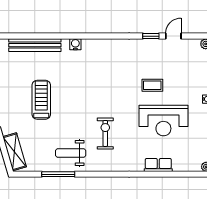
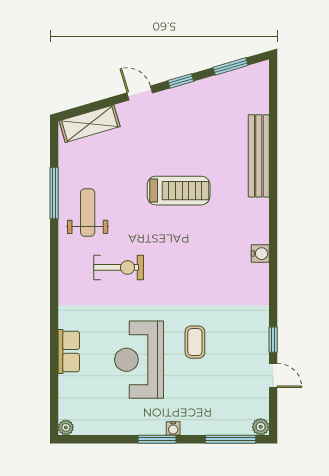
water cooler: (75, 44) -> (260, 254), moved
treadmill: (41, 100) -> (179, 191), moved

